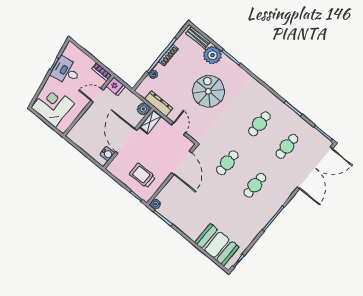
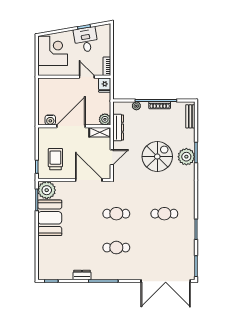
plant: (212, 55) -> (186, 157), moved
cafe table: (287, 146) -> (164, 248), removed
door: (182, 163) -> (89, 180), swing flipped
plant: (156, 204) -> (47, 190), width x1.88, depth x1.88
dresser: (254, 231) -> (82, 275), added
booth: (217, 245) -> (50, 218), moved

